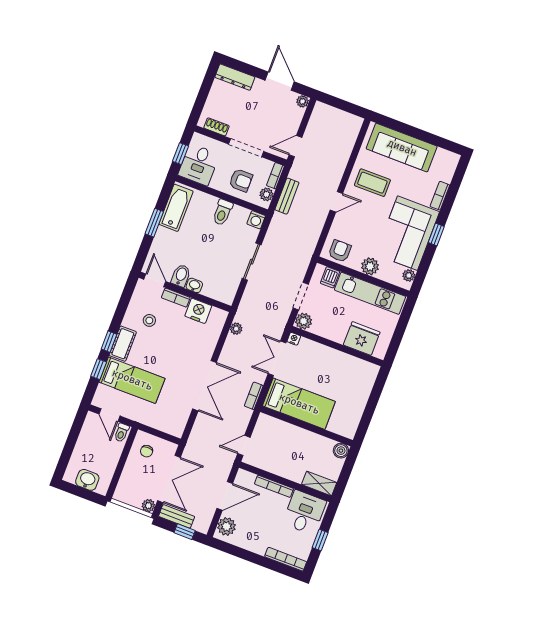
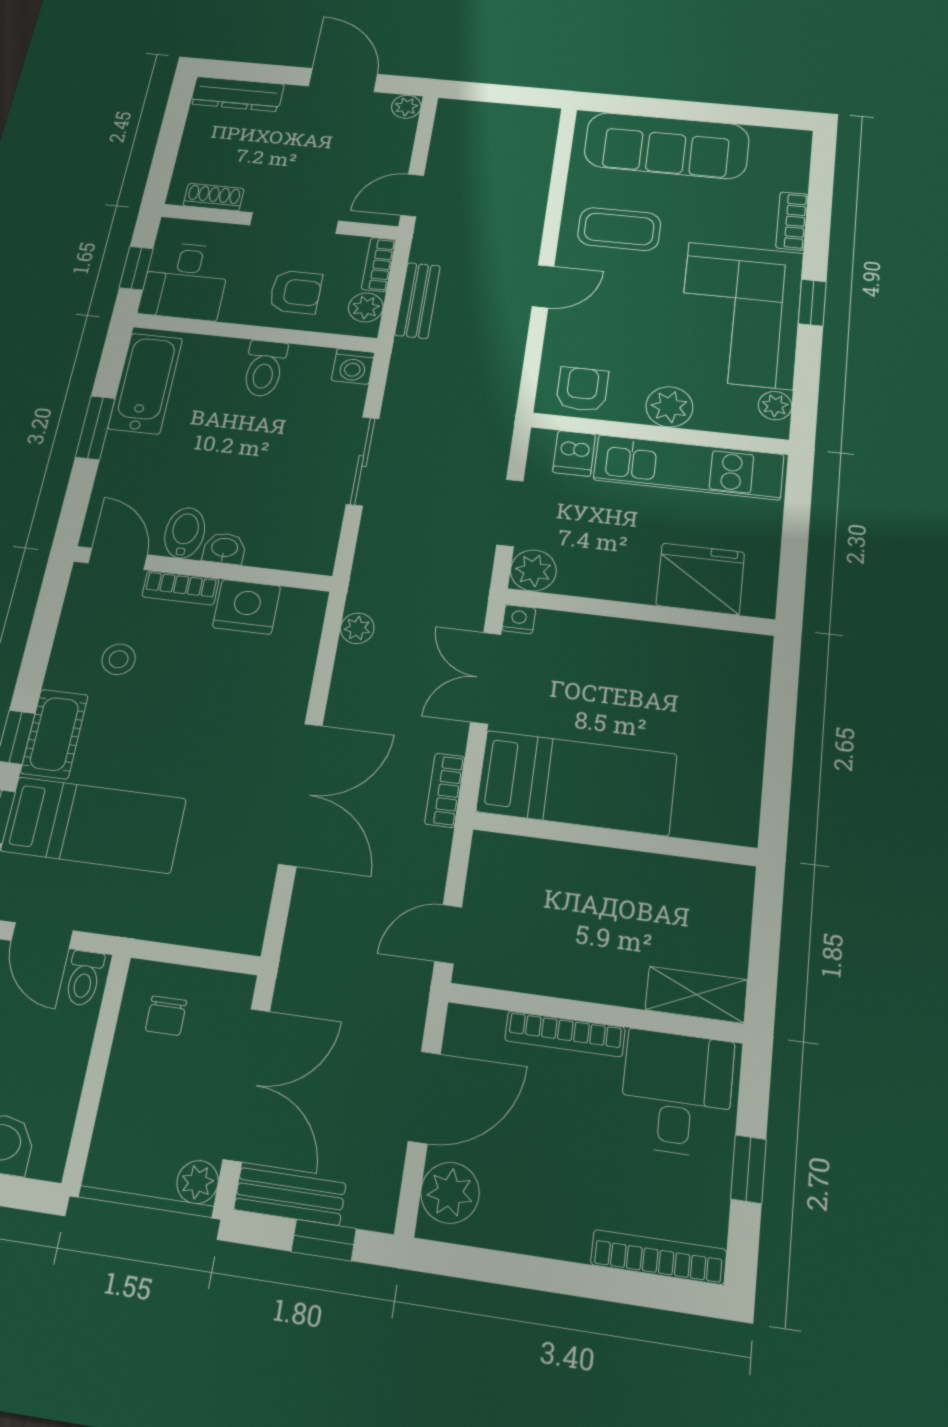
boiler: (341, 451) -> (732, 885), removed

